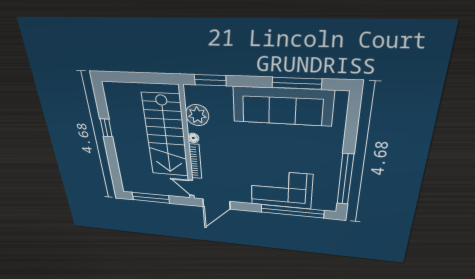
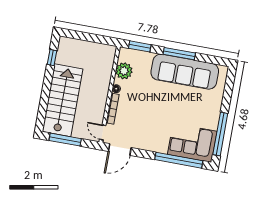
window: (297, 83) -> (179, 54), moved
window: (106, 128) -> (52, 58), moved
stairs: (166, 136) -> (63, 100), moved, turned 180
corner sofa: (281, 190) -> (192, 143), moved

